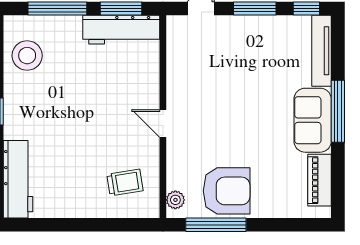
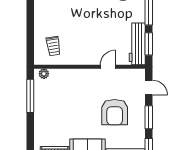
door: (163, 124) -> (108, 67), moved
armchair: (227, 191) -> (115, 112), moved

